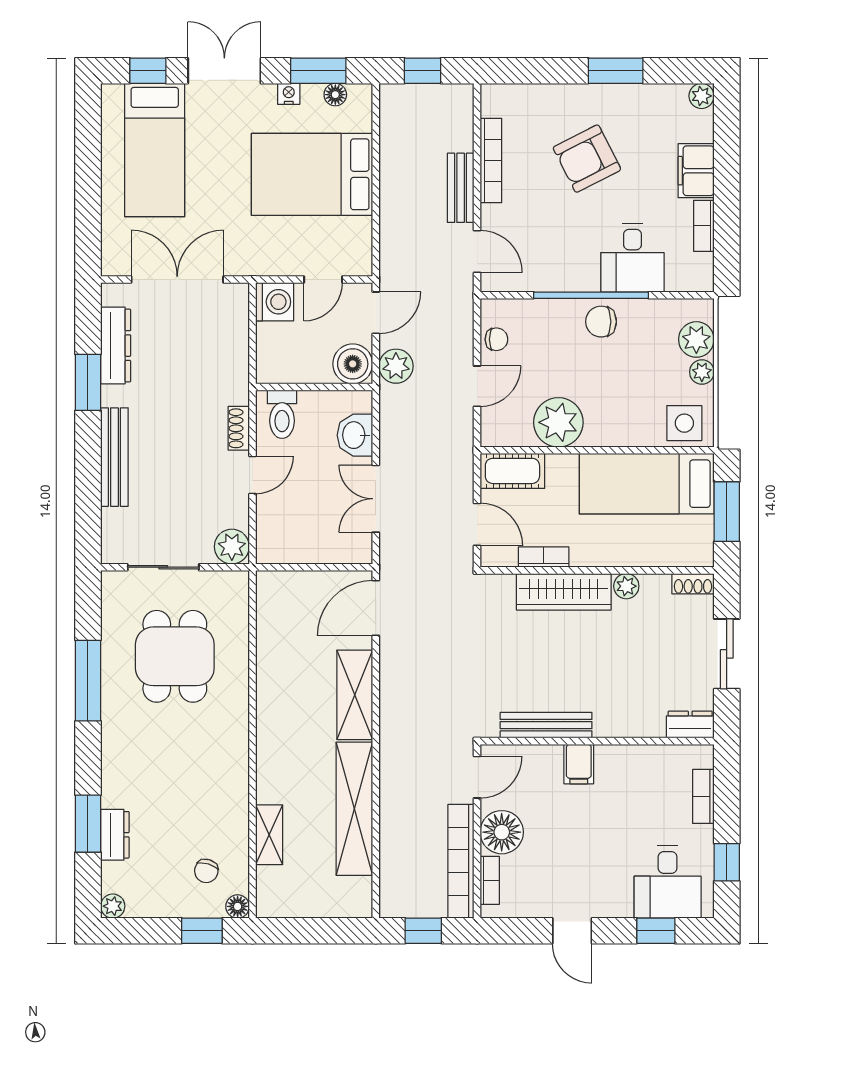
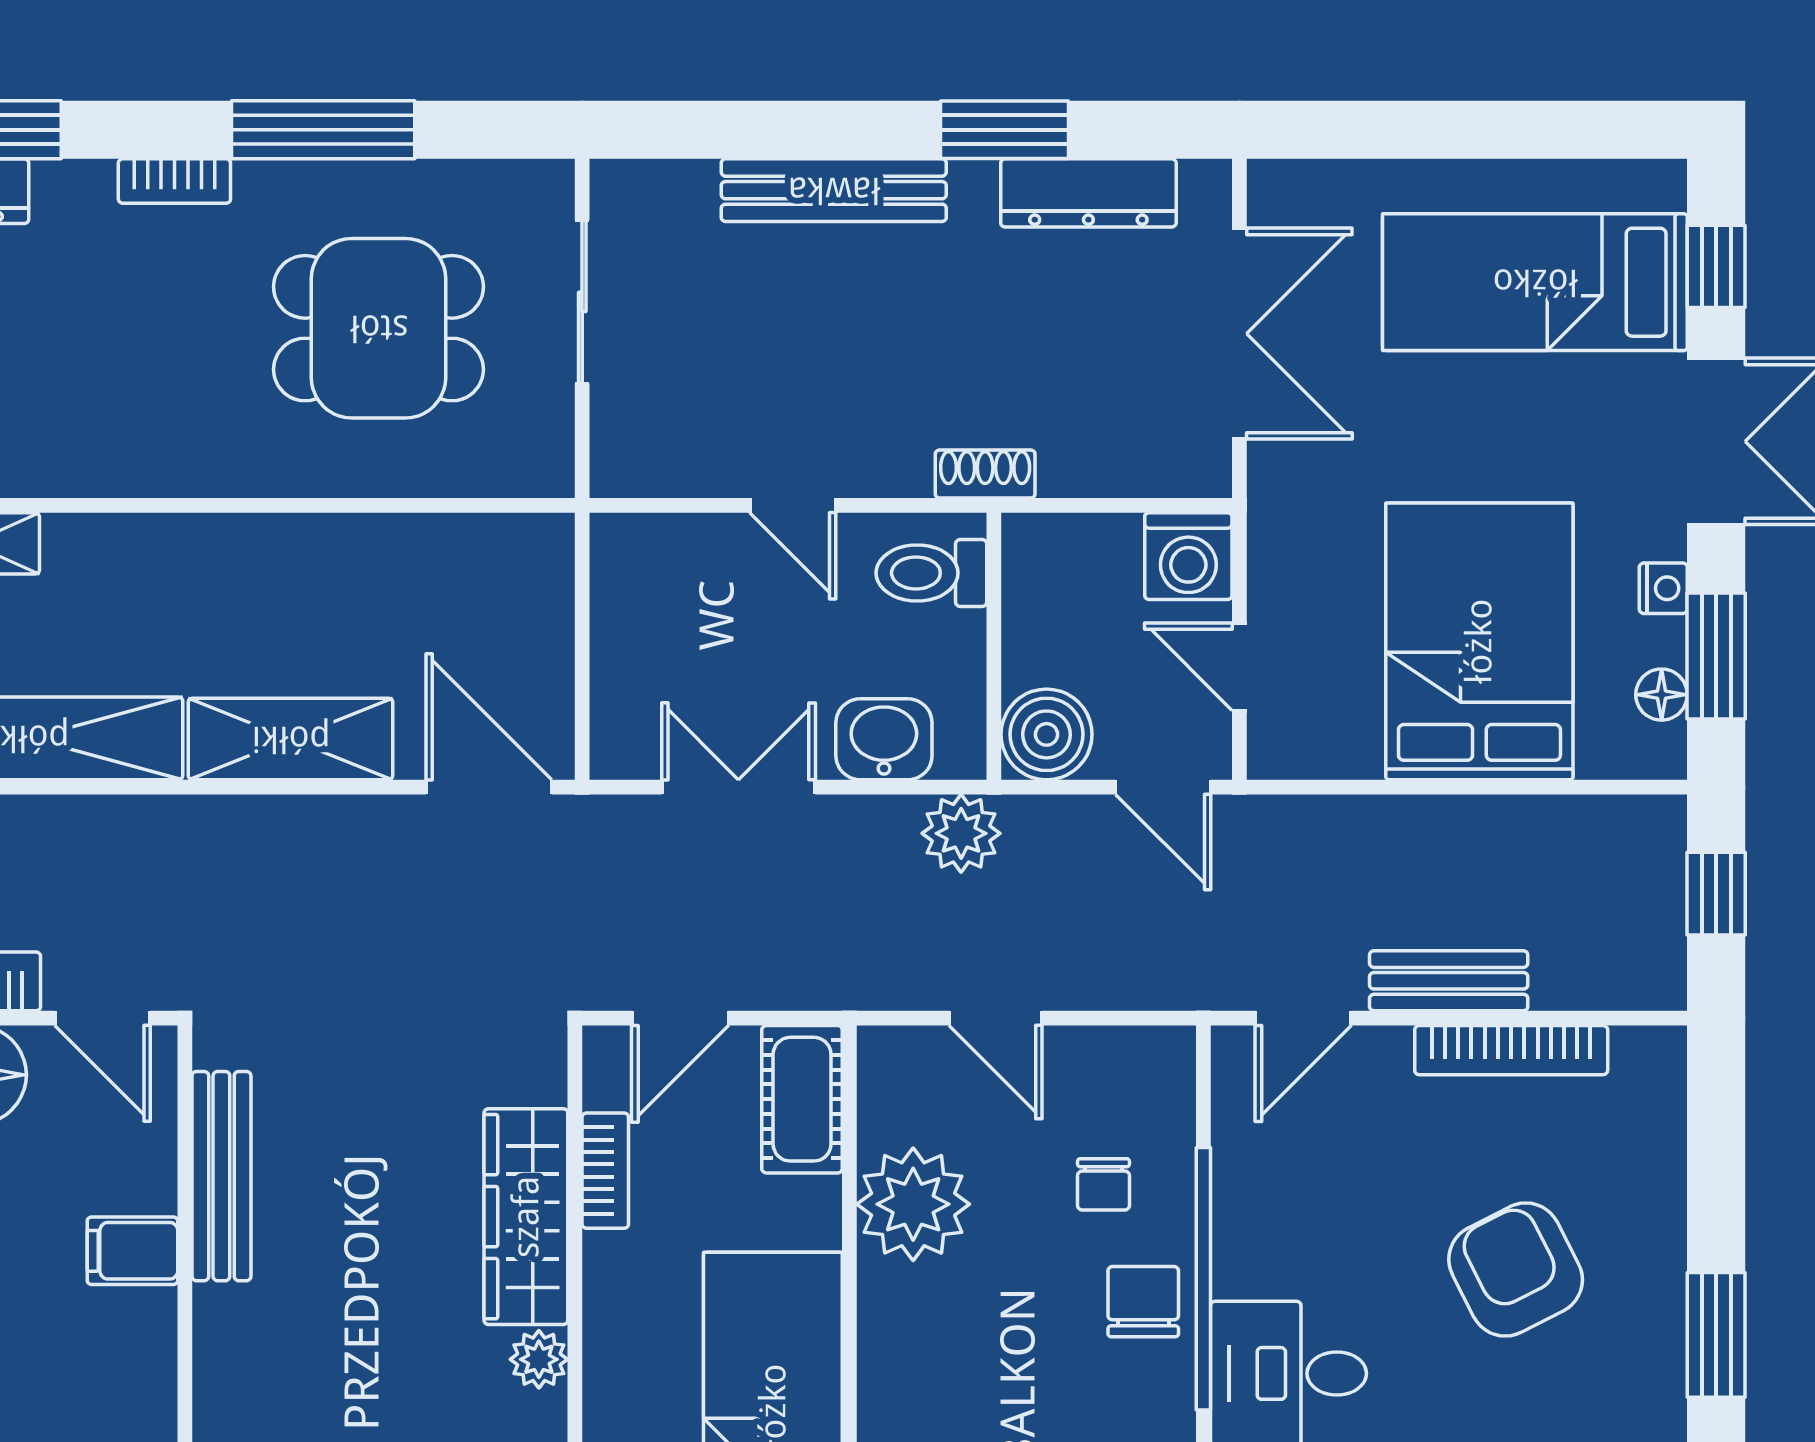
chair: (496, 339) -> (1104, 1184), moved
plant: (396, 366) -> (961, 833), moved
shoe rack: (239, 428) -> (985, 474), moved
plant: (232, 547) -> (629, 458), removed
bookcase: (110, 746) -> (174, 181), added

